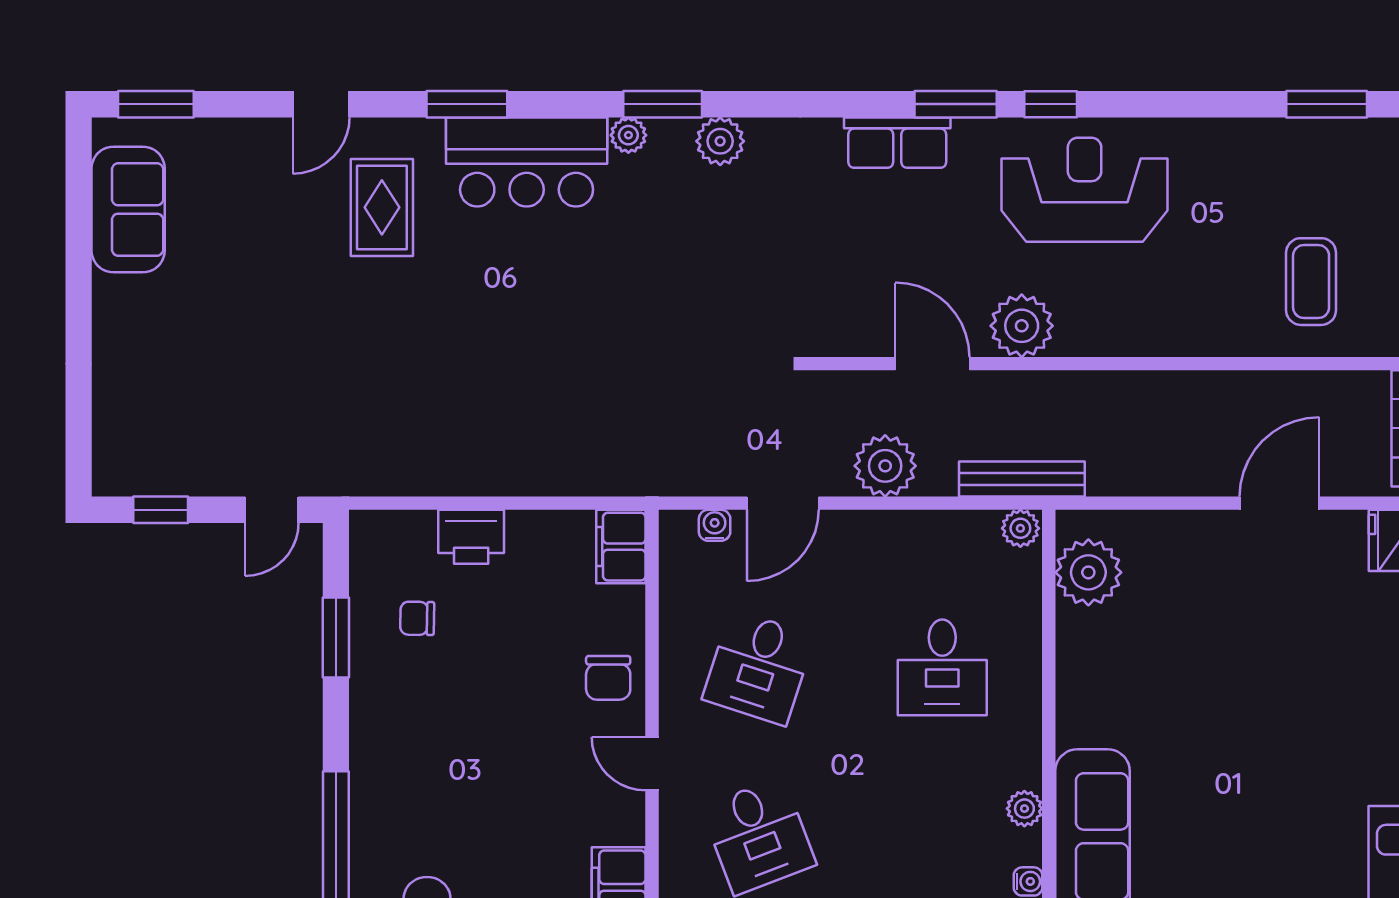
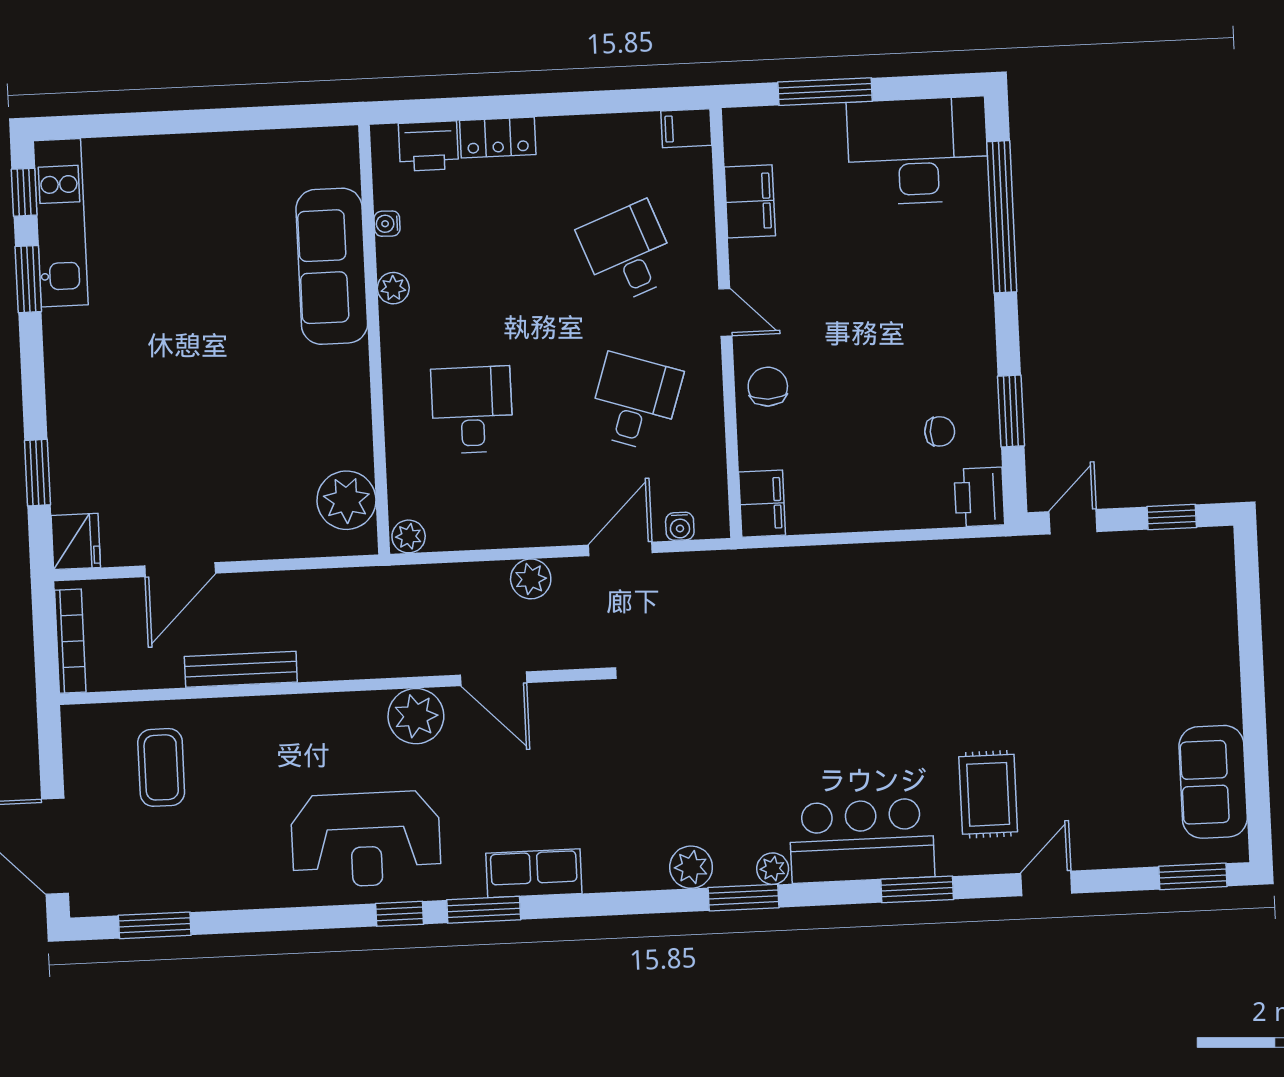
plant: (885, 466) -> (531, 579), width x0.73, depth x0.73
bench: (1022, 479) -> (241, 669), moved
printer: (471, 537) -> (979, 497), moved, turned -90

